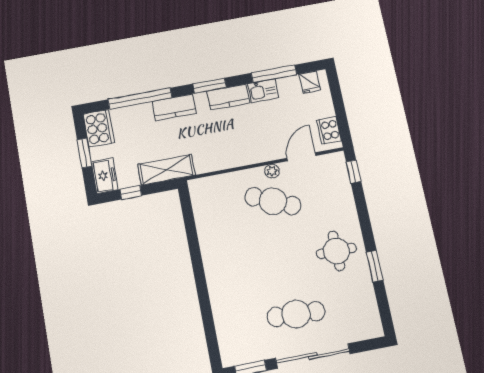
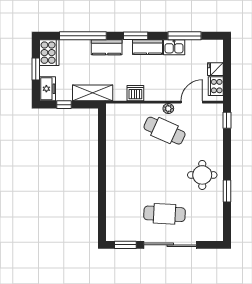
fridge: (310, 82) -> (215, 69), moved, turned 90
dishwasher: (224, 159) -> (135, 93), added

